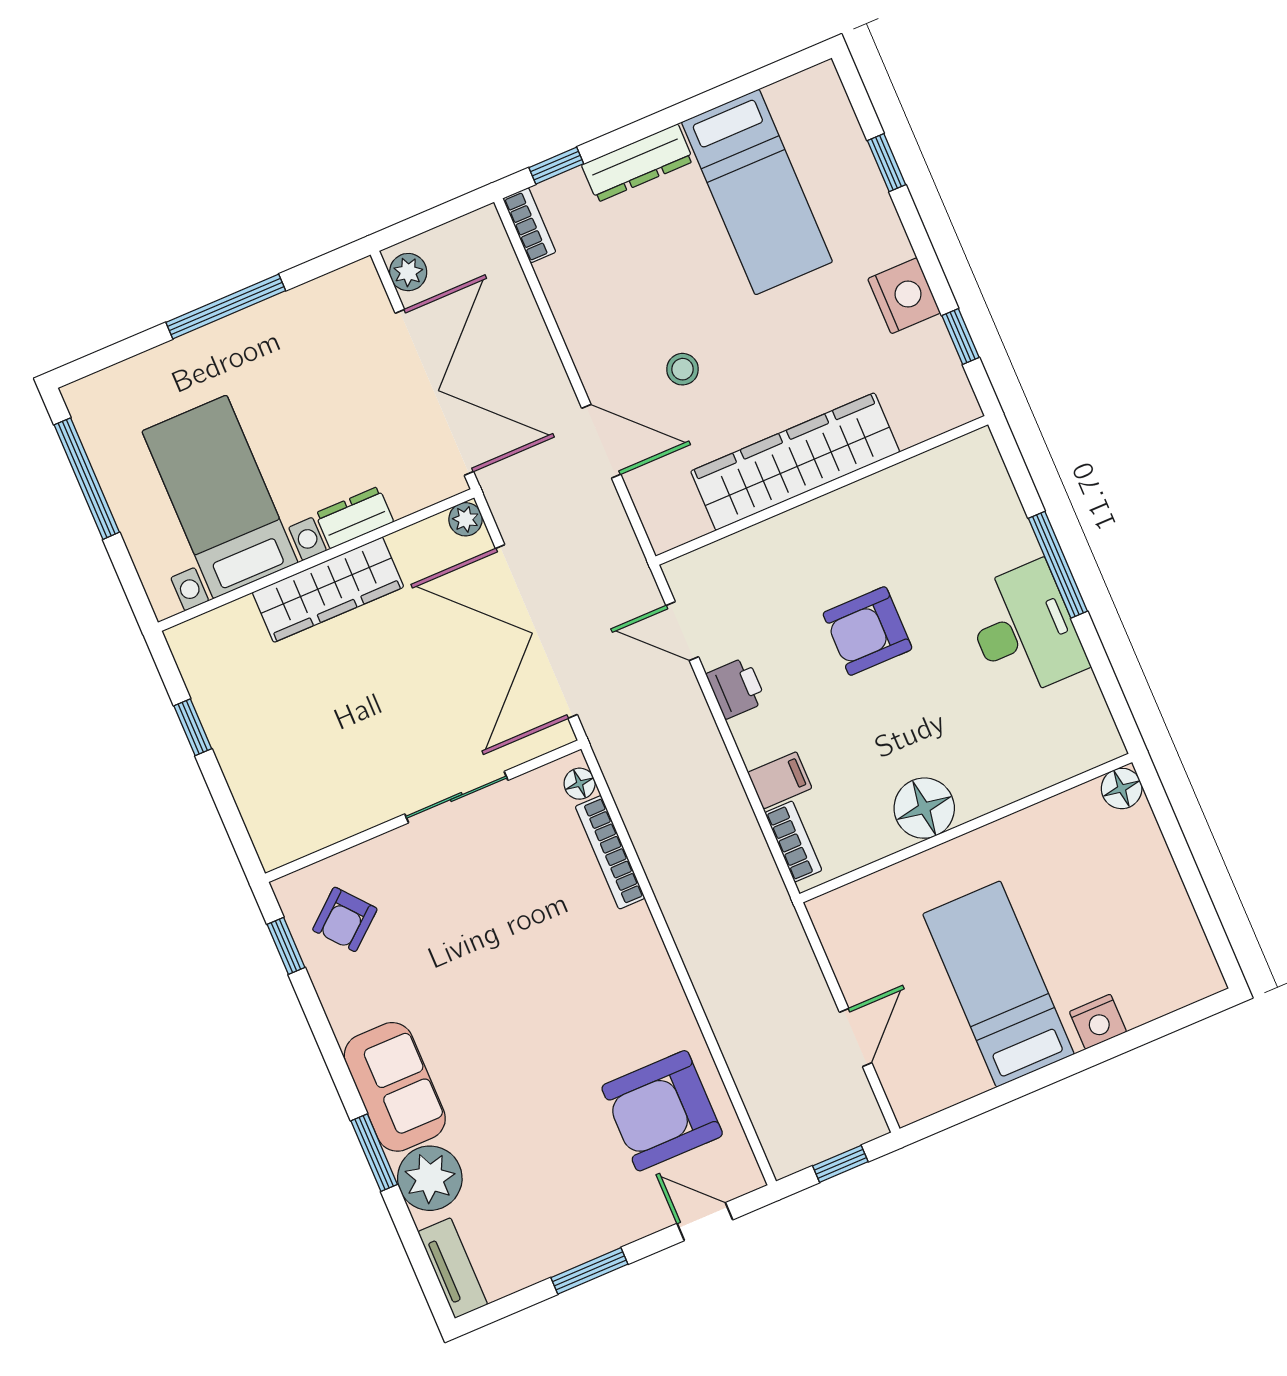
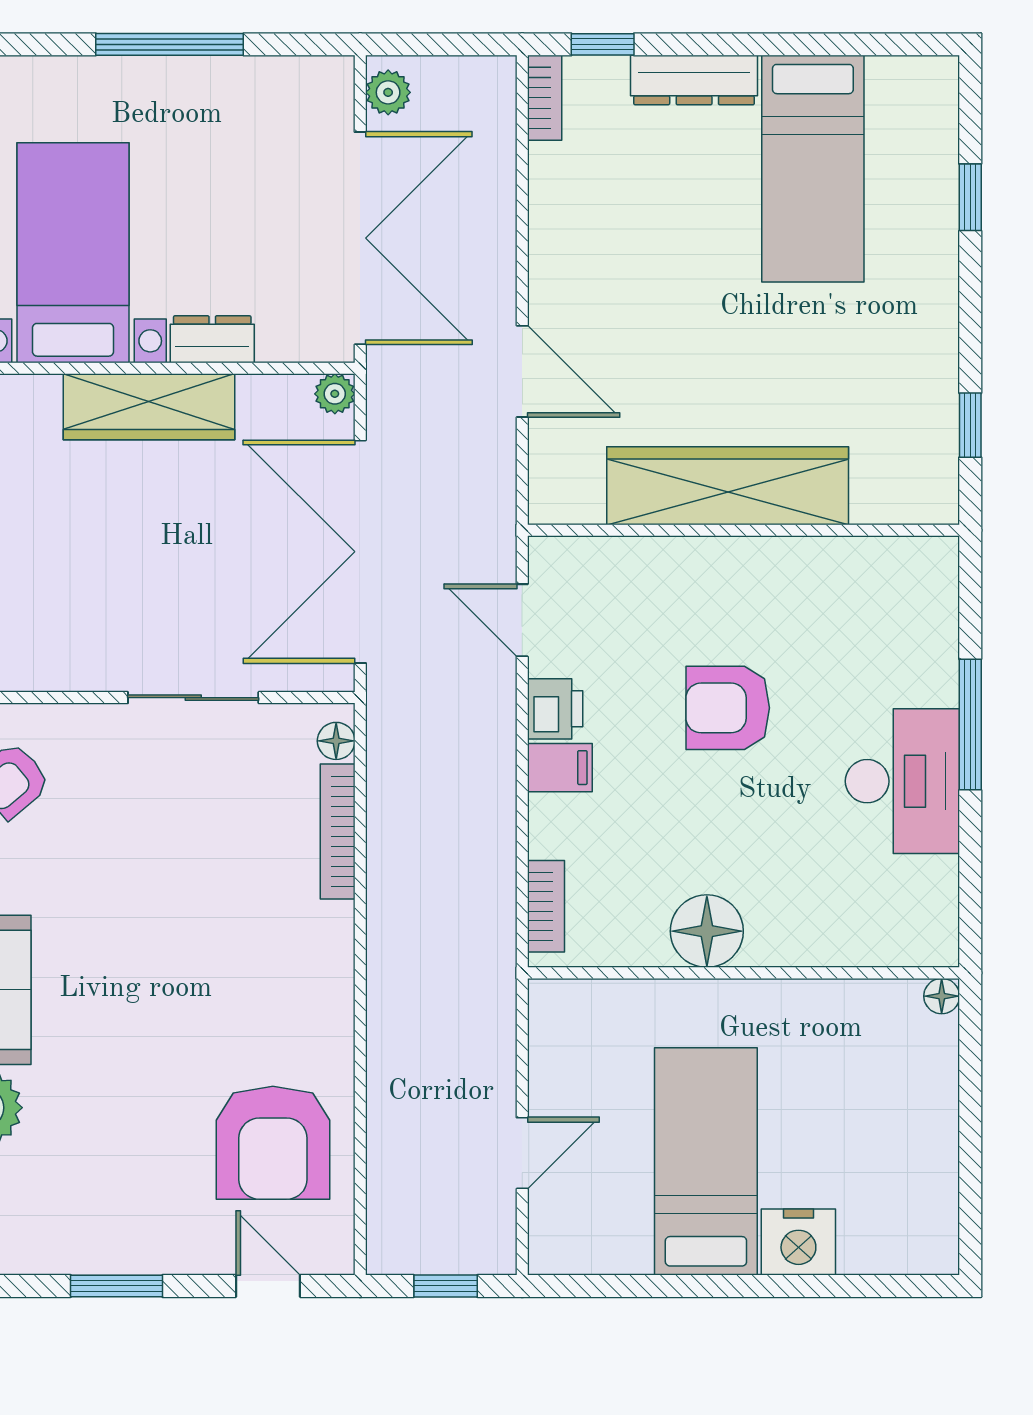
nightstand: (904, 296) -> (927, 353), removed
stool: (683, 369) -> (646, 330), removed
filing cabinet: (780, 780) -> (560, 768), moved
floor lamp: (1122, 788) -> (942, 996), width x0.73, depth x0.73
nightstand: (1098, 1022) -> (798, 1242), width x1.36, depth x1.33
armchair: (662, 1111) -> (273, 1143), turned -90

